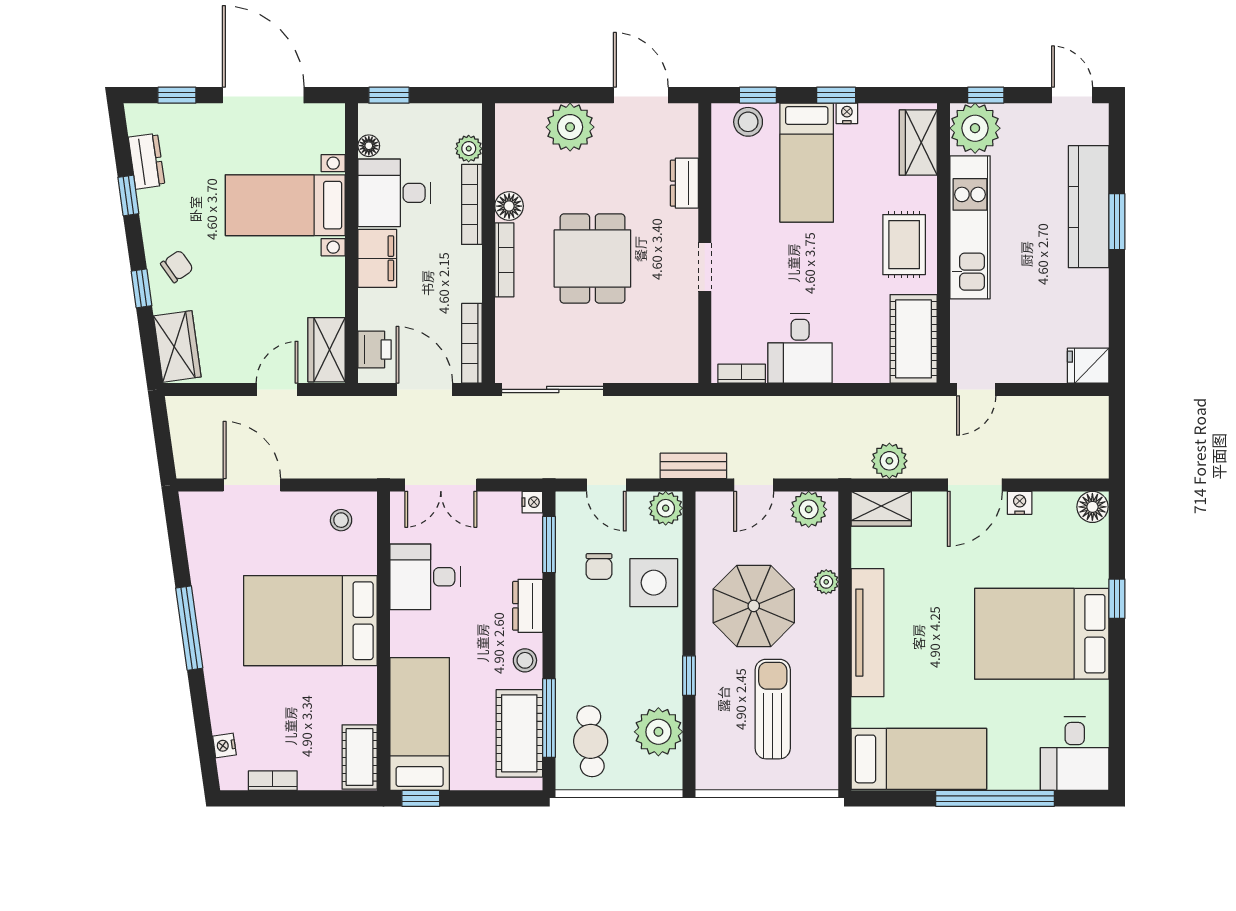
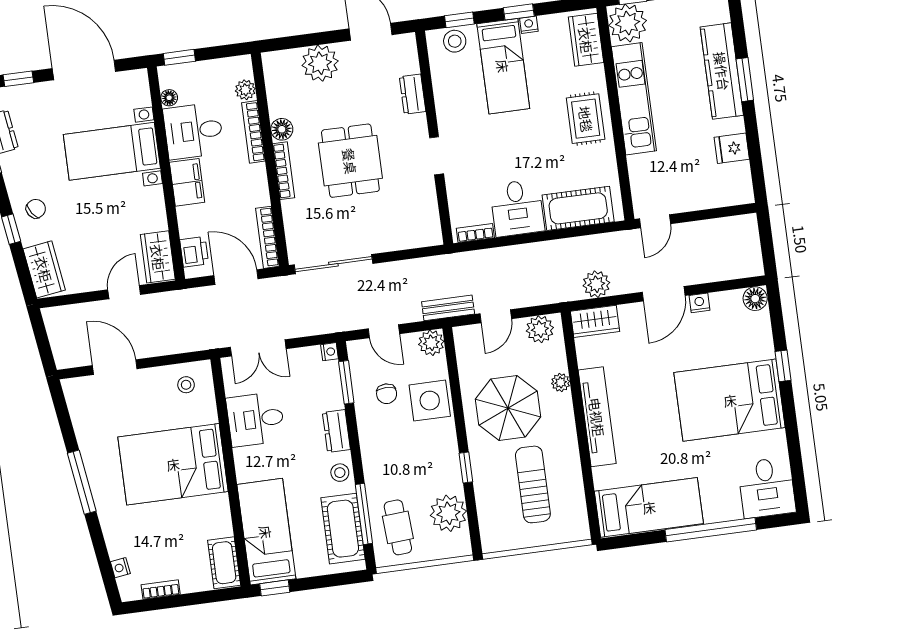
cot: (914, 339) -> (578, 208), moved, turned 90
fridge: (1088, 366) -> (732, 148), moved

